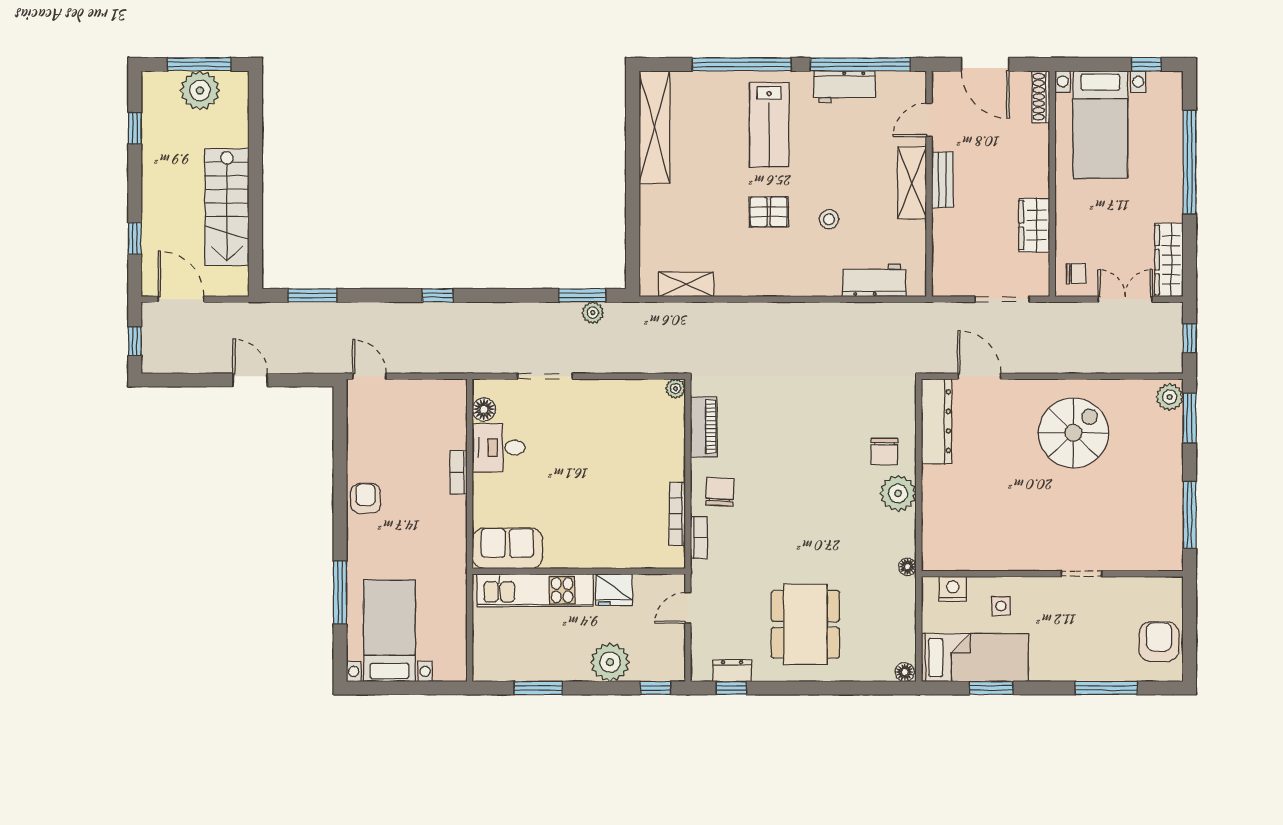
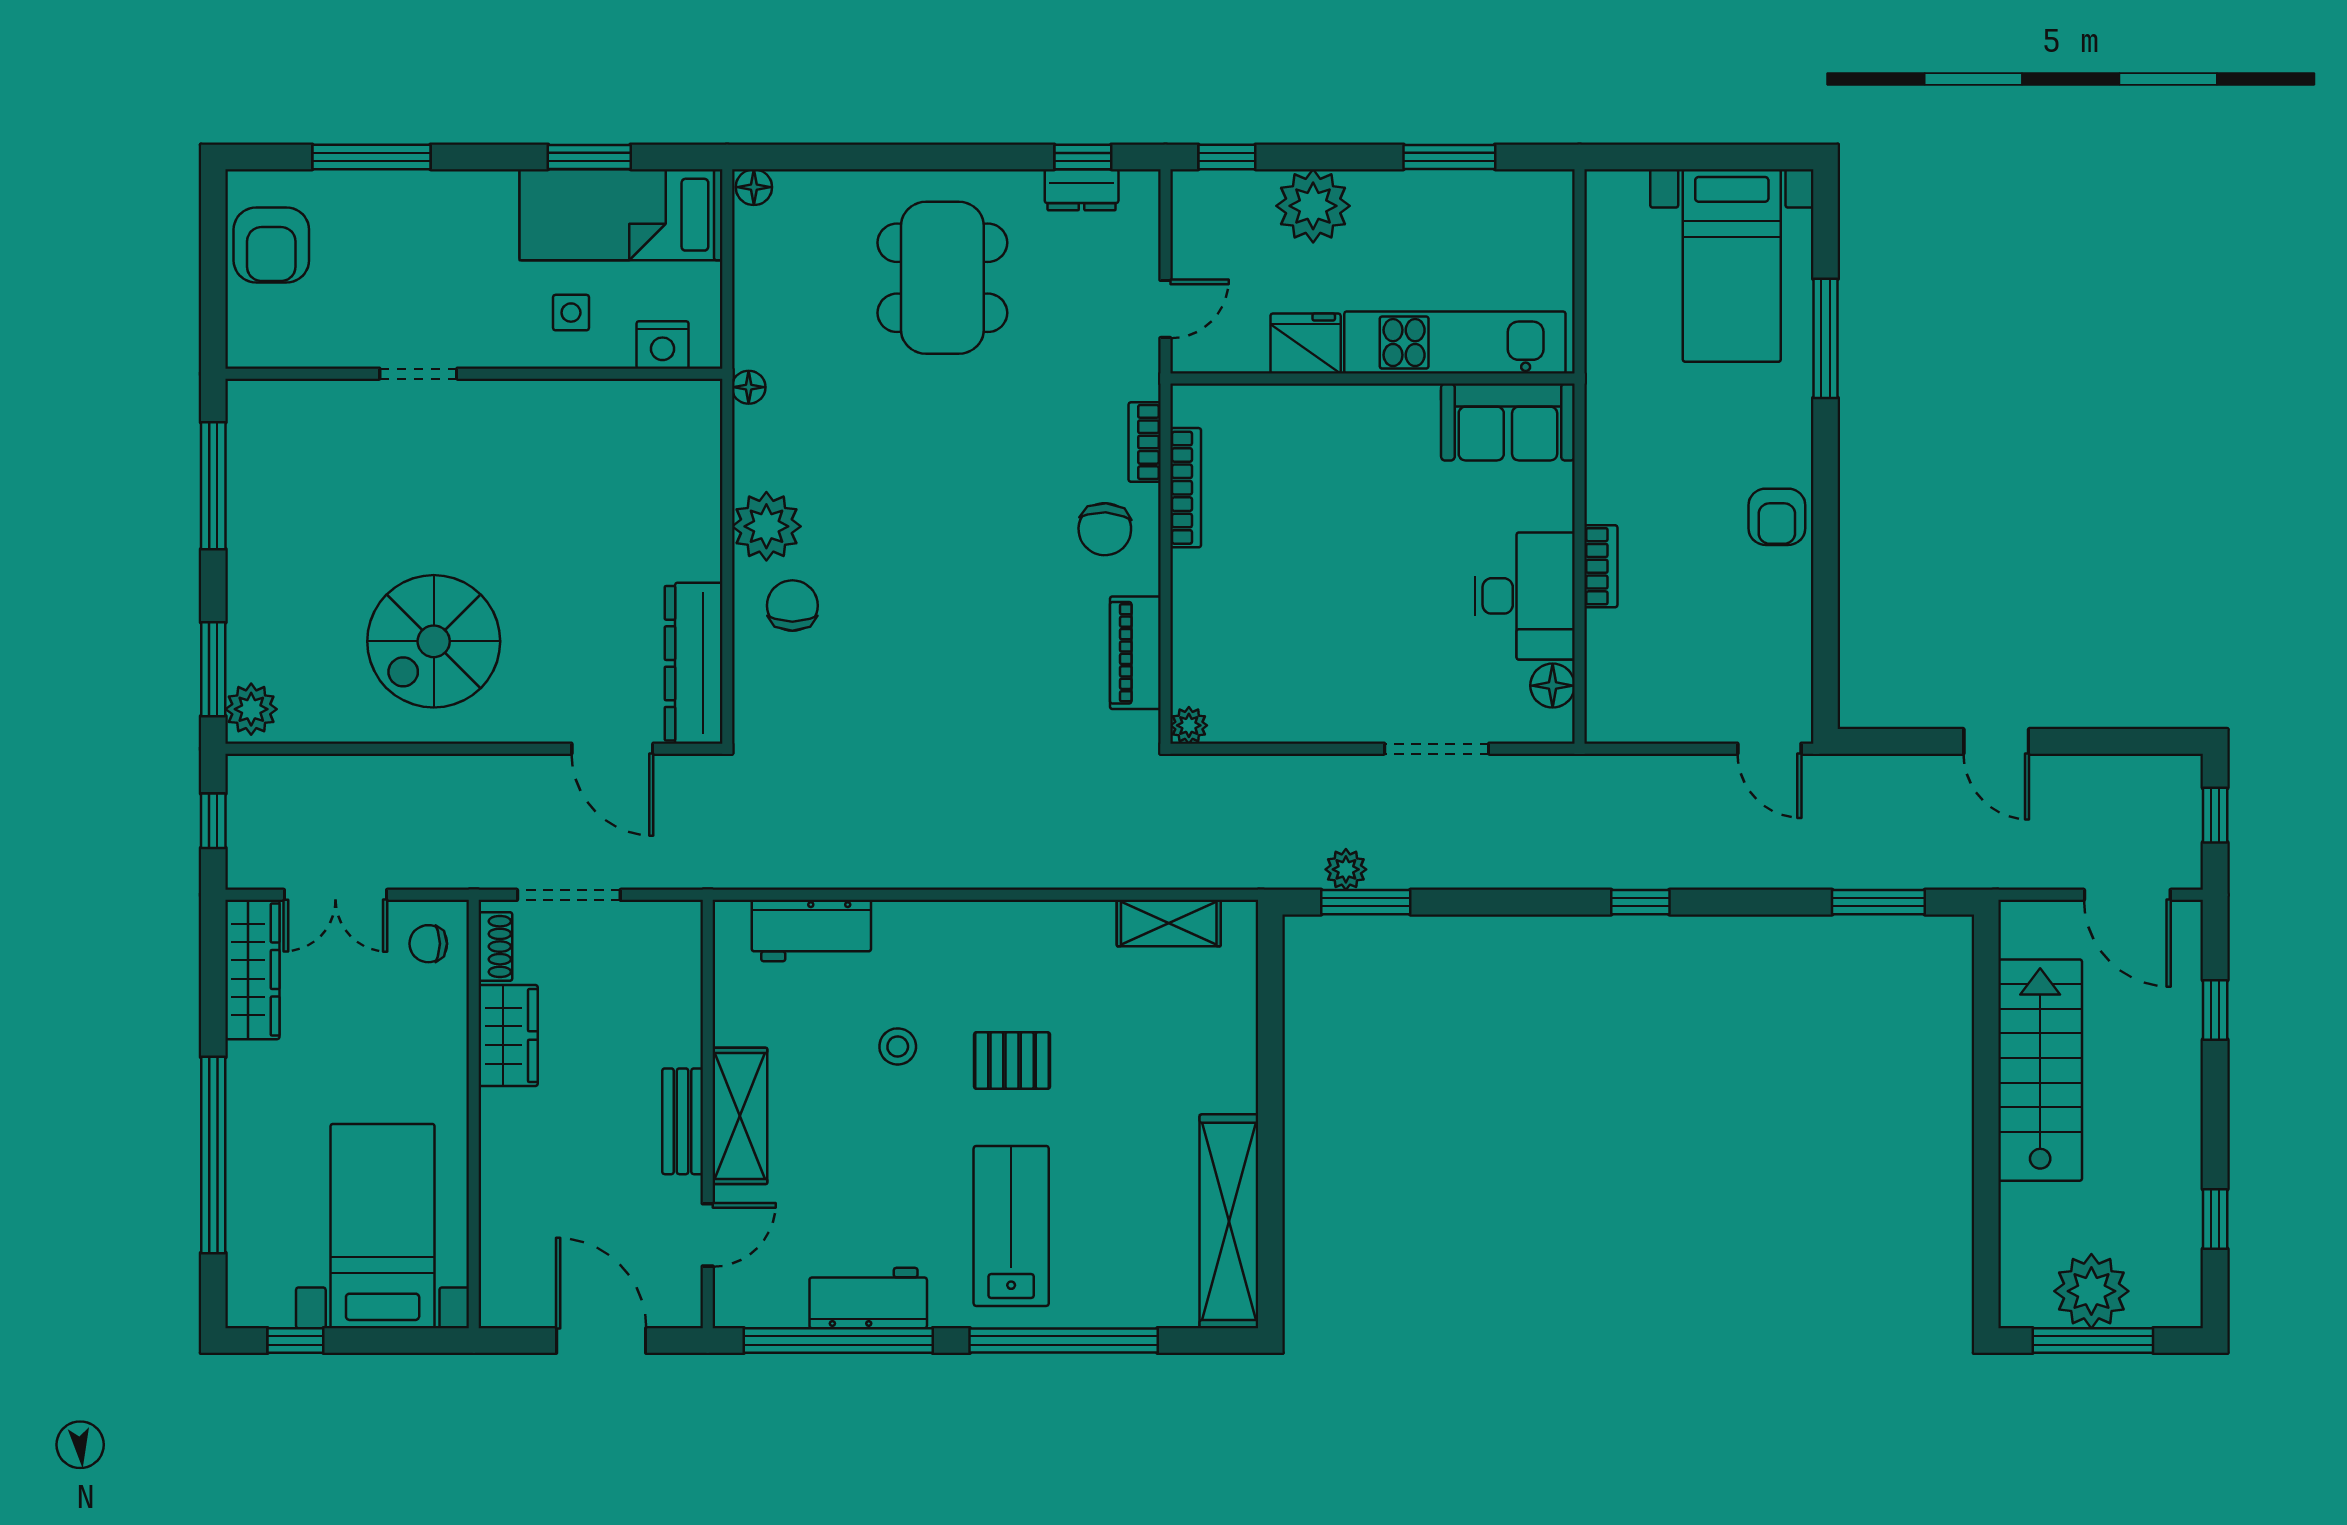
shoe rack: (1041, 97) -> (495, 947), moved, width x0.70
desk: (499, 448) -> (1525, 596), width x1.37

